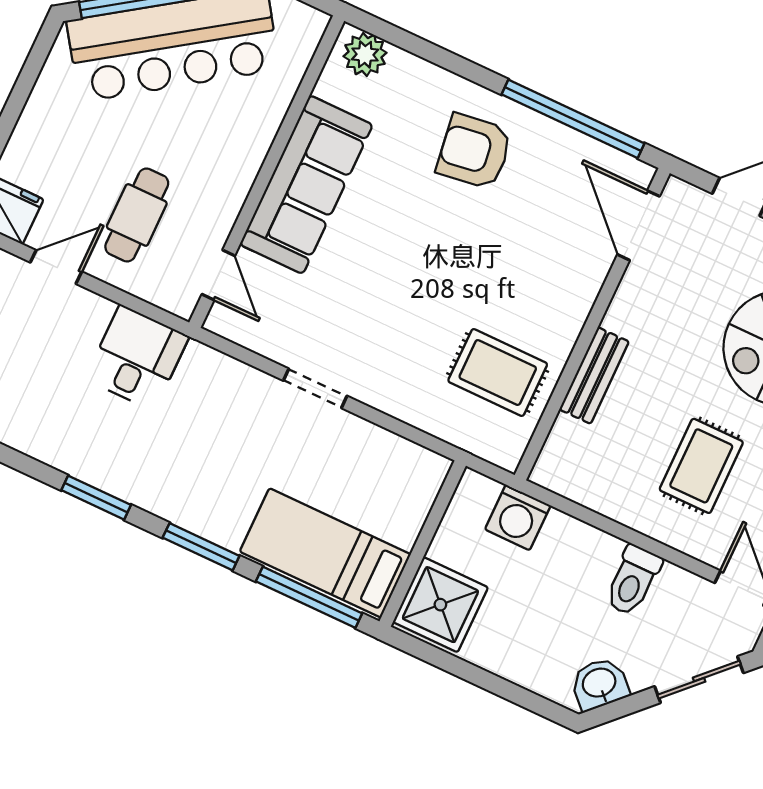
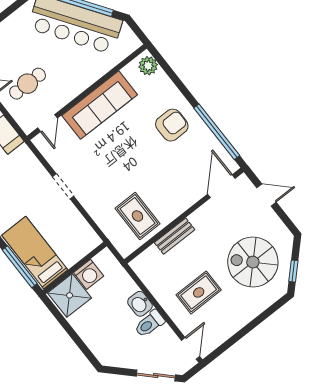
armchair: (474, 151) -> (172, 125), turned 98
washing machine: (518, 517) -> (89, 274), moved, turned -90
washbasin: (599, 684) -> (140, 304), moved, turned -135

